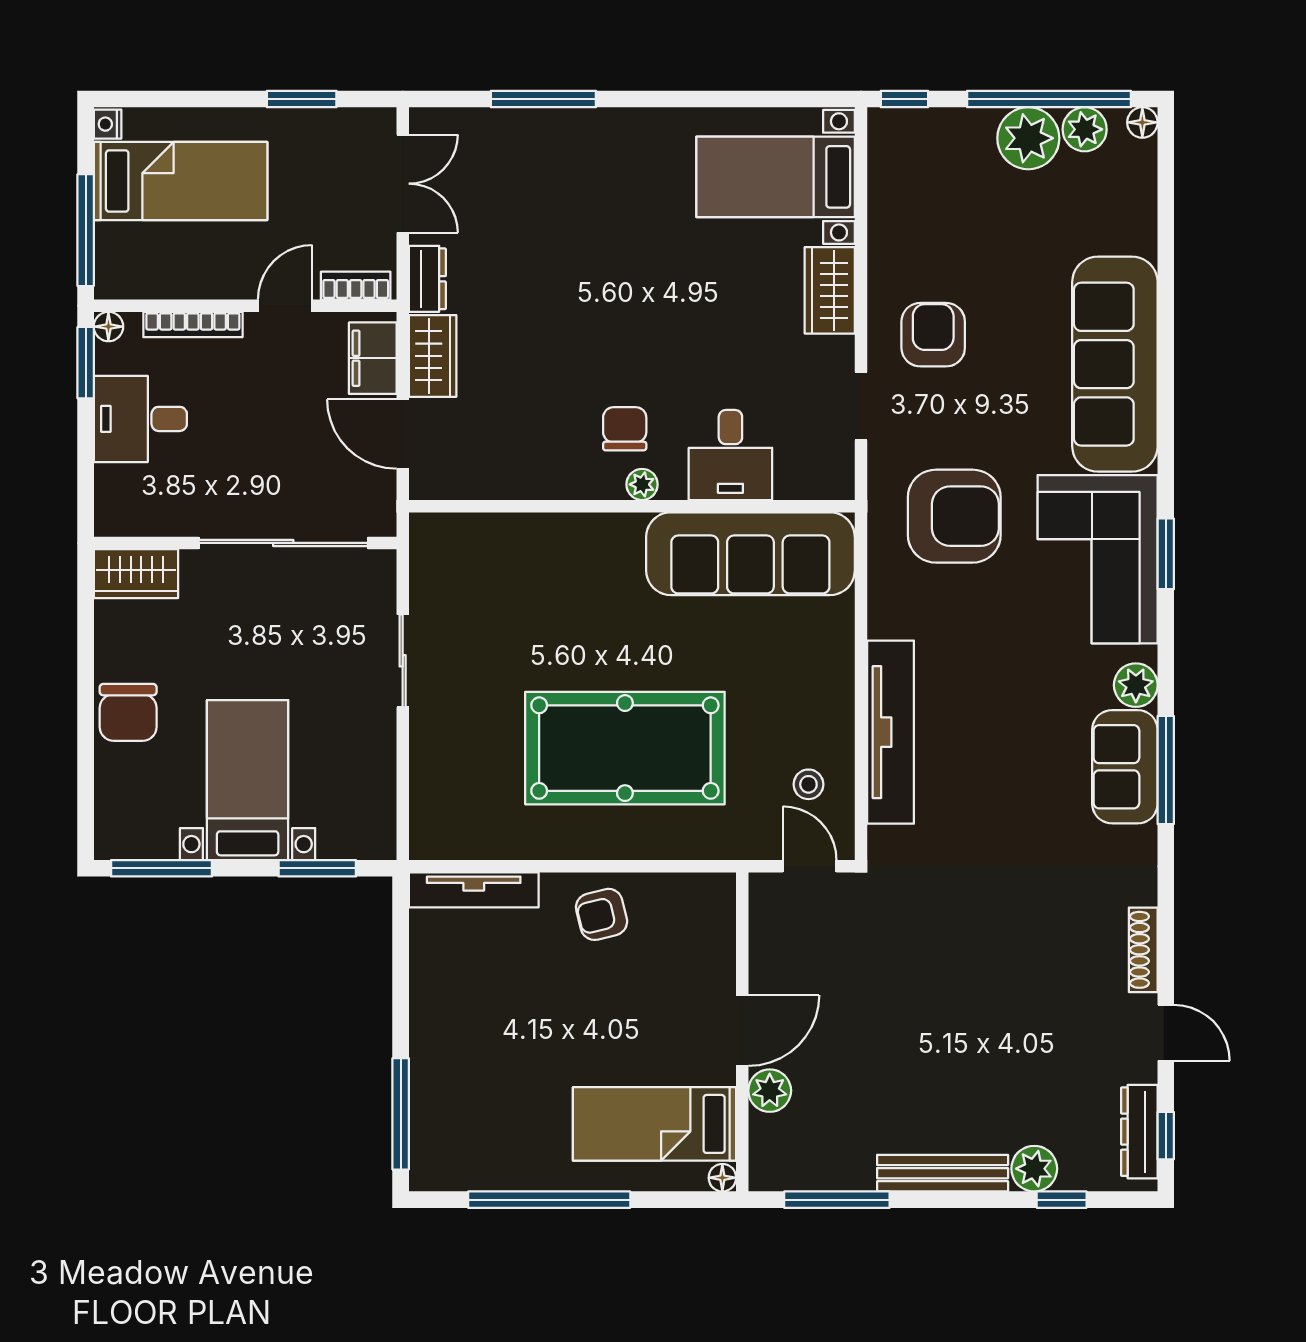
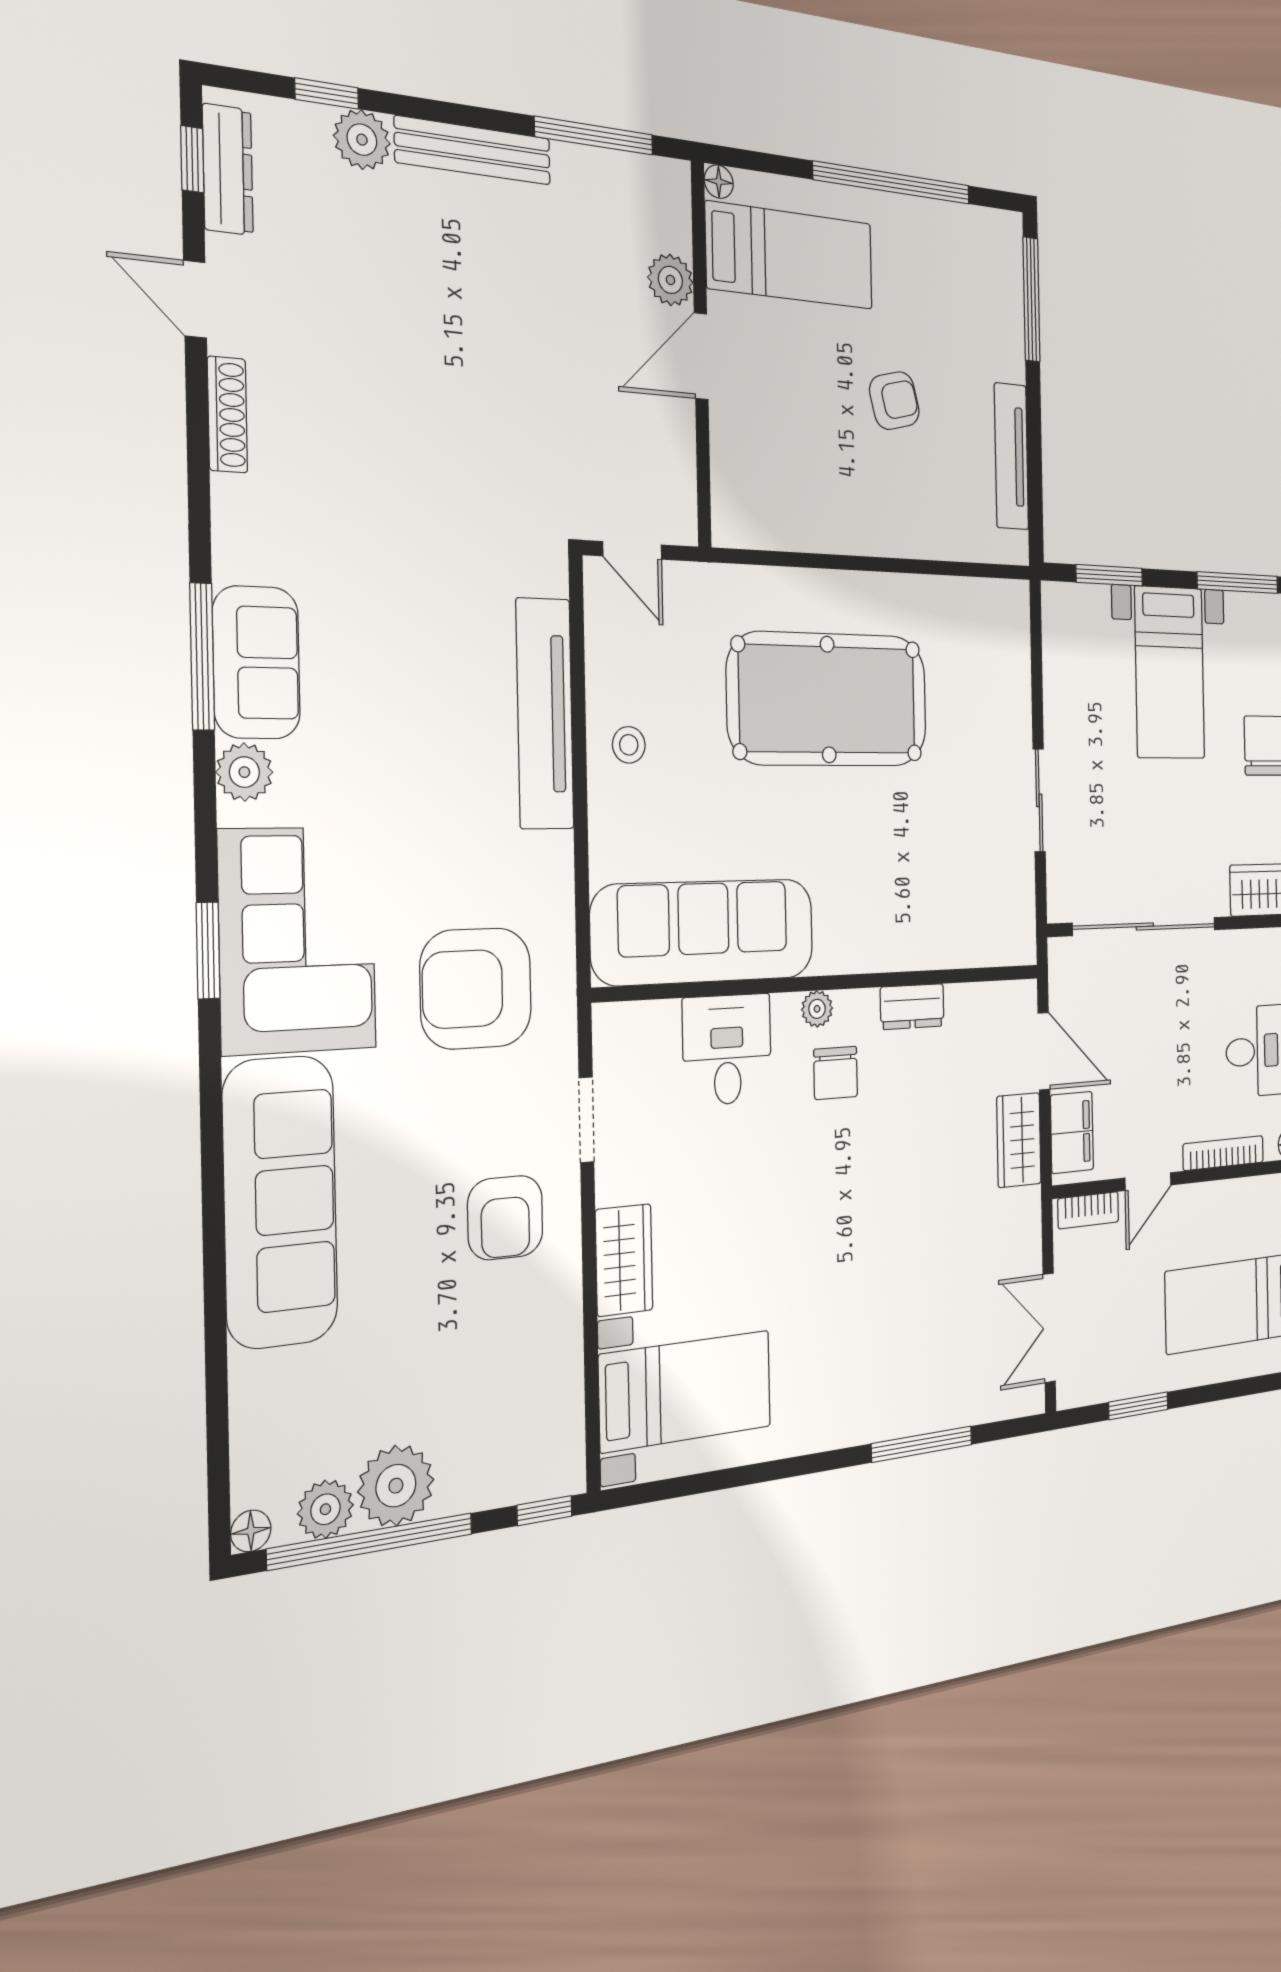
dresser: (427, 279) -> (912, 1007), moved, turned -90
stool: (808, 784) -> (629, 745), moved
tv unit: (474, 890) -> (1011, 456), moved, turned -90
armchair: (602, 914) -> (894, 401), moved

